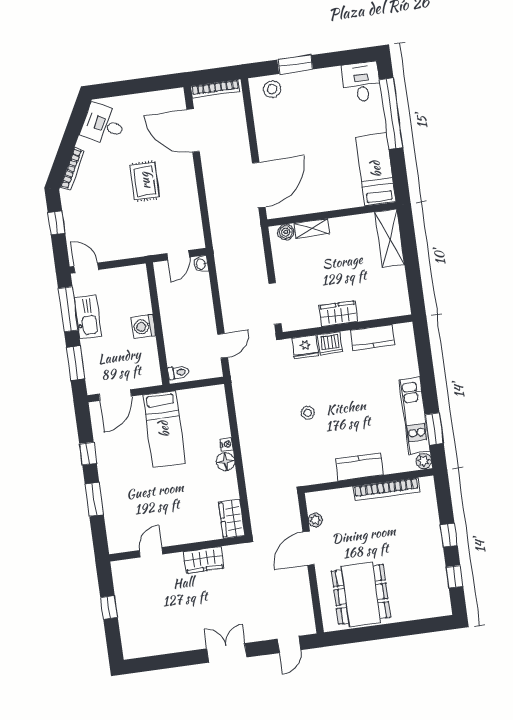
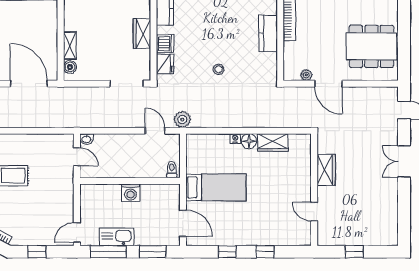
plant: (241, 377) -> (182, 119), added
window: (94, 499) -> (265, 252), width x0.67
wardrobe: (232, 519) -> (273, 143), moved

